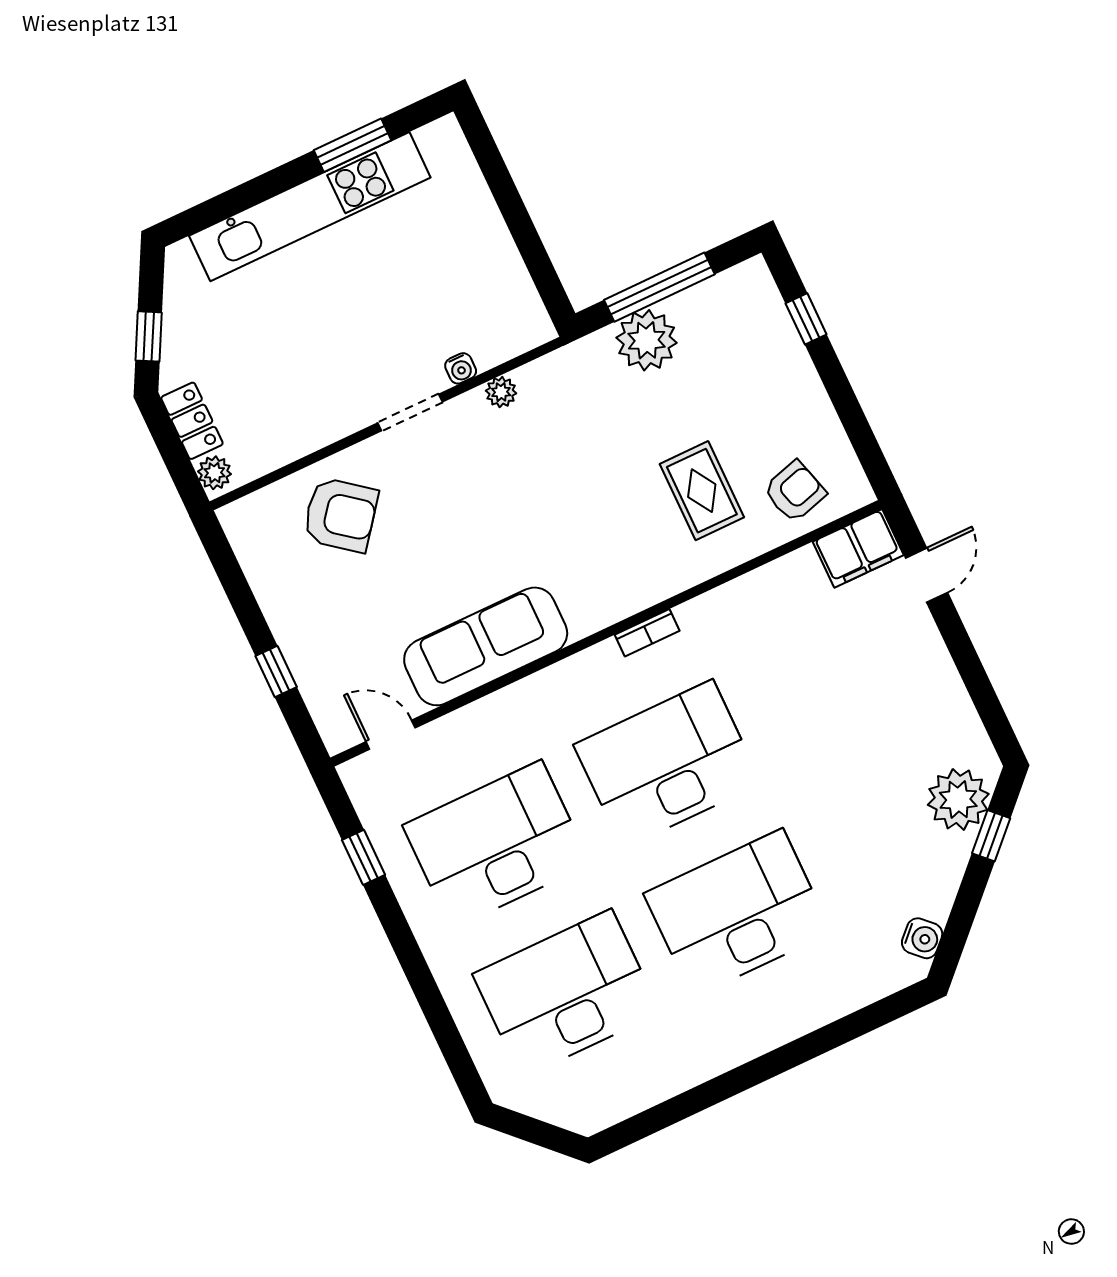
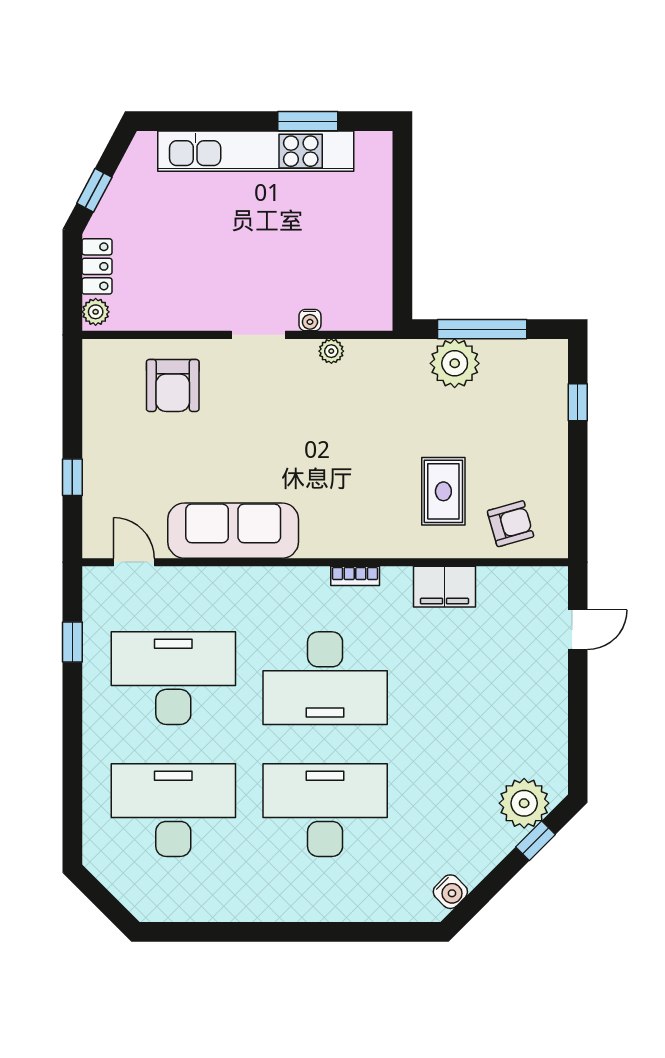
armchair: (340, 515) -> (173, 385), turned 52
filing cabinet: (858, 548) -> (444, 587), moved
desk: (668, 764) -> (325, 678), turned 180

